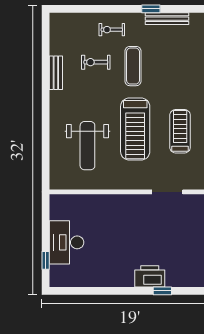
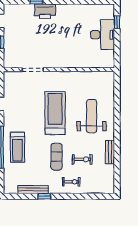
treadmill: (180, 131) -> (17, 147), moved
weight bench: (87, 146) -> (92, 116), moved

